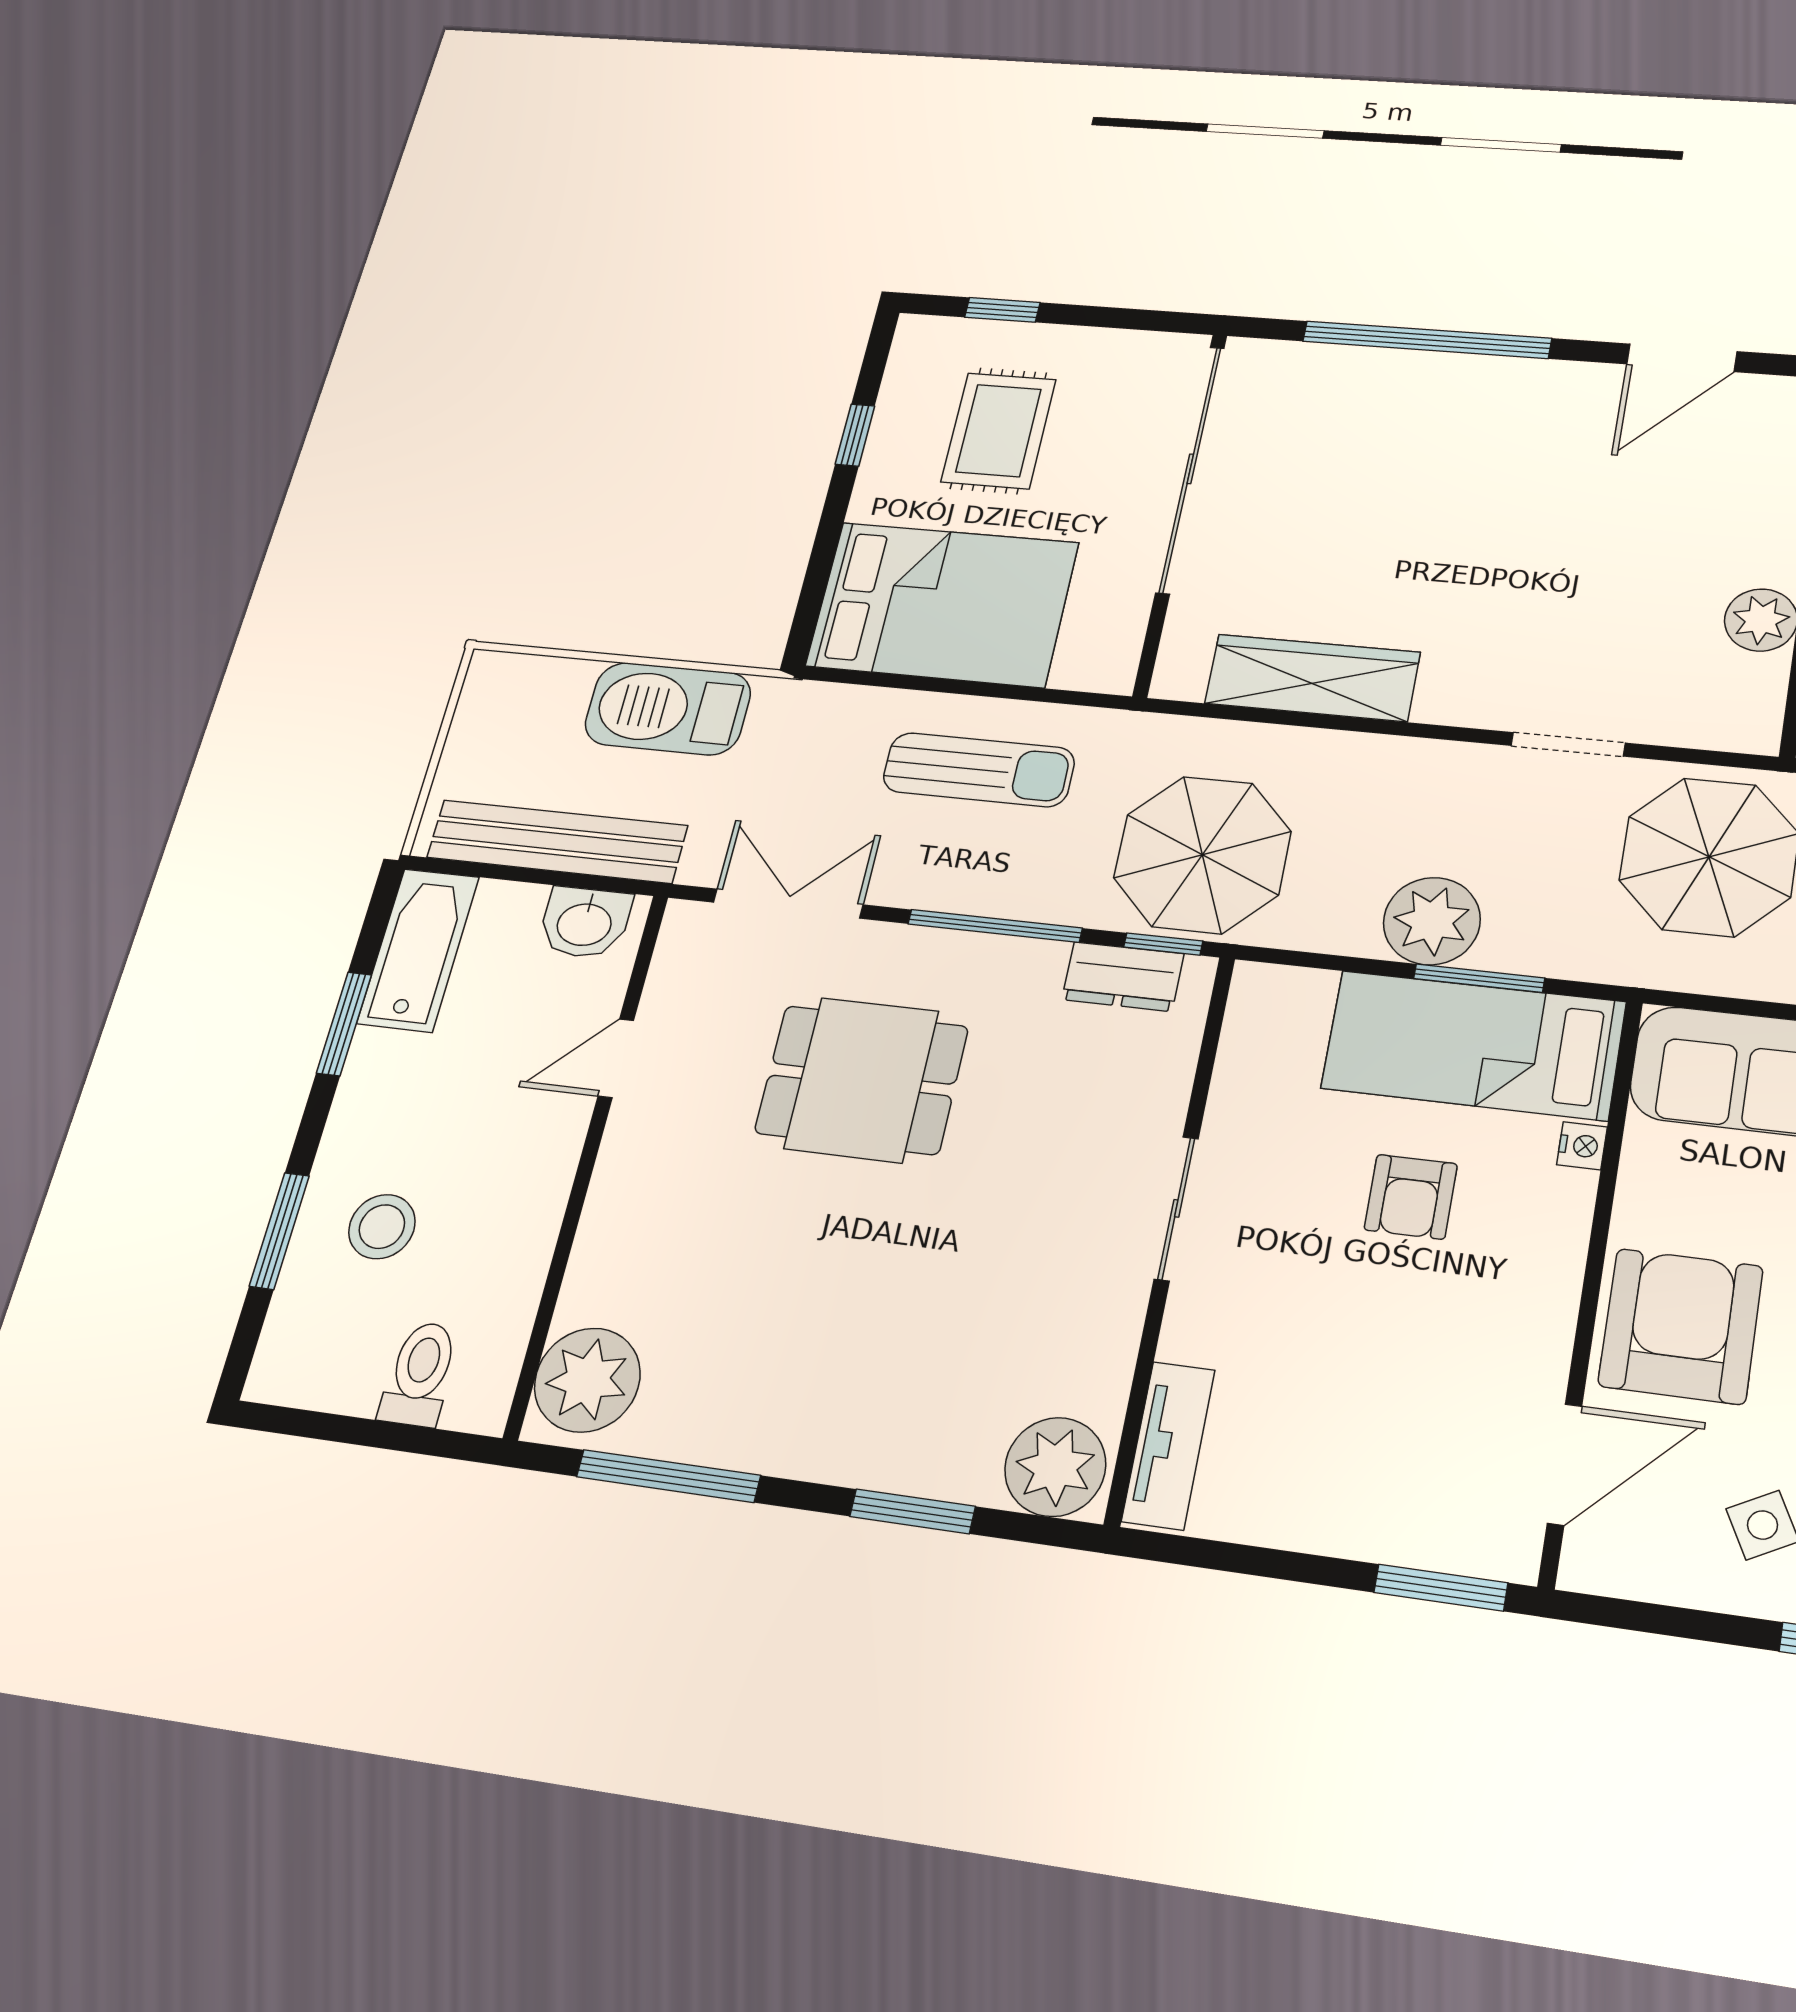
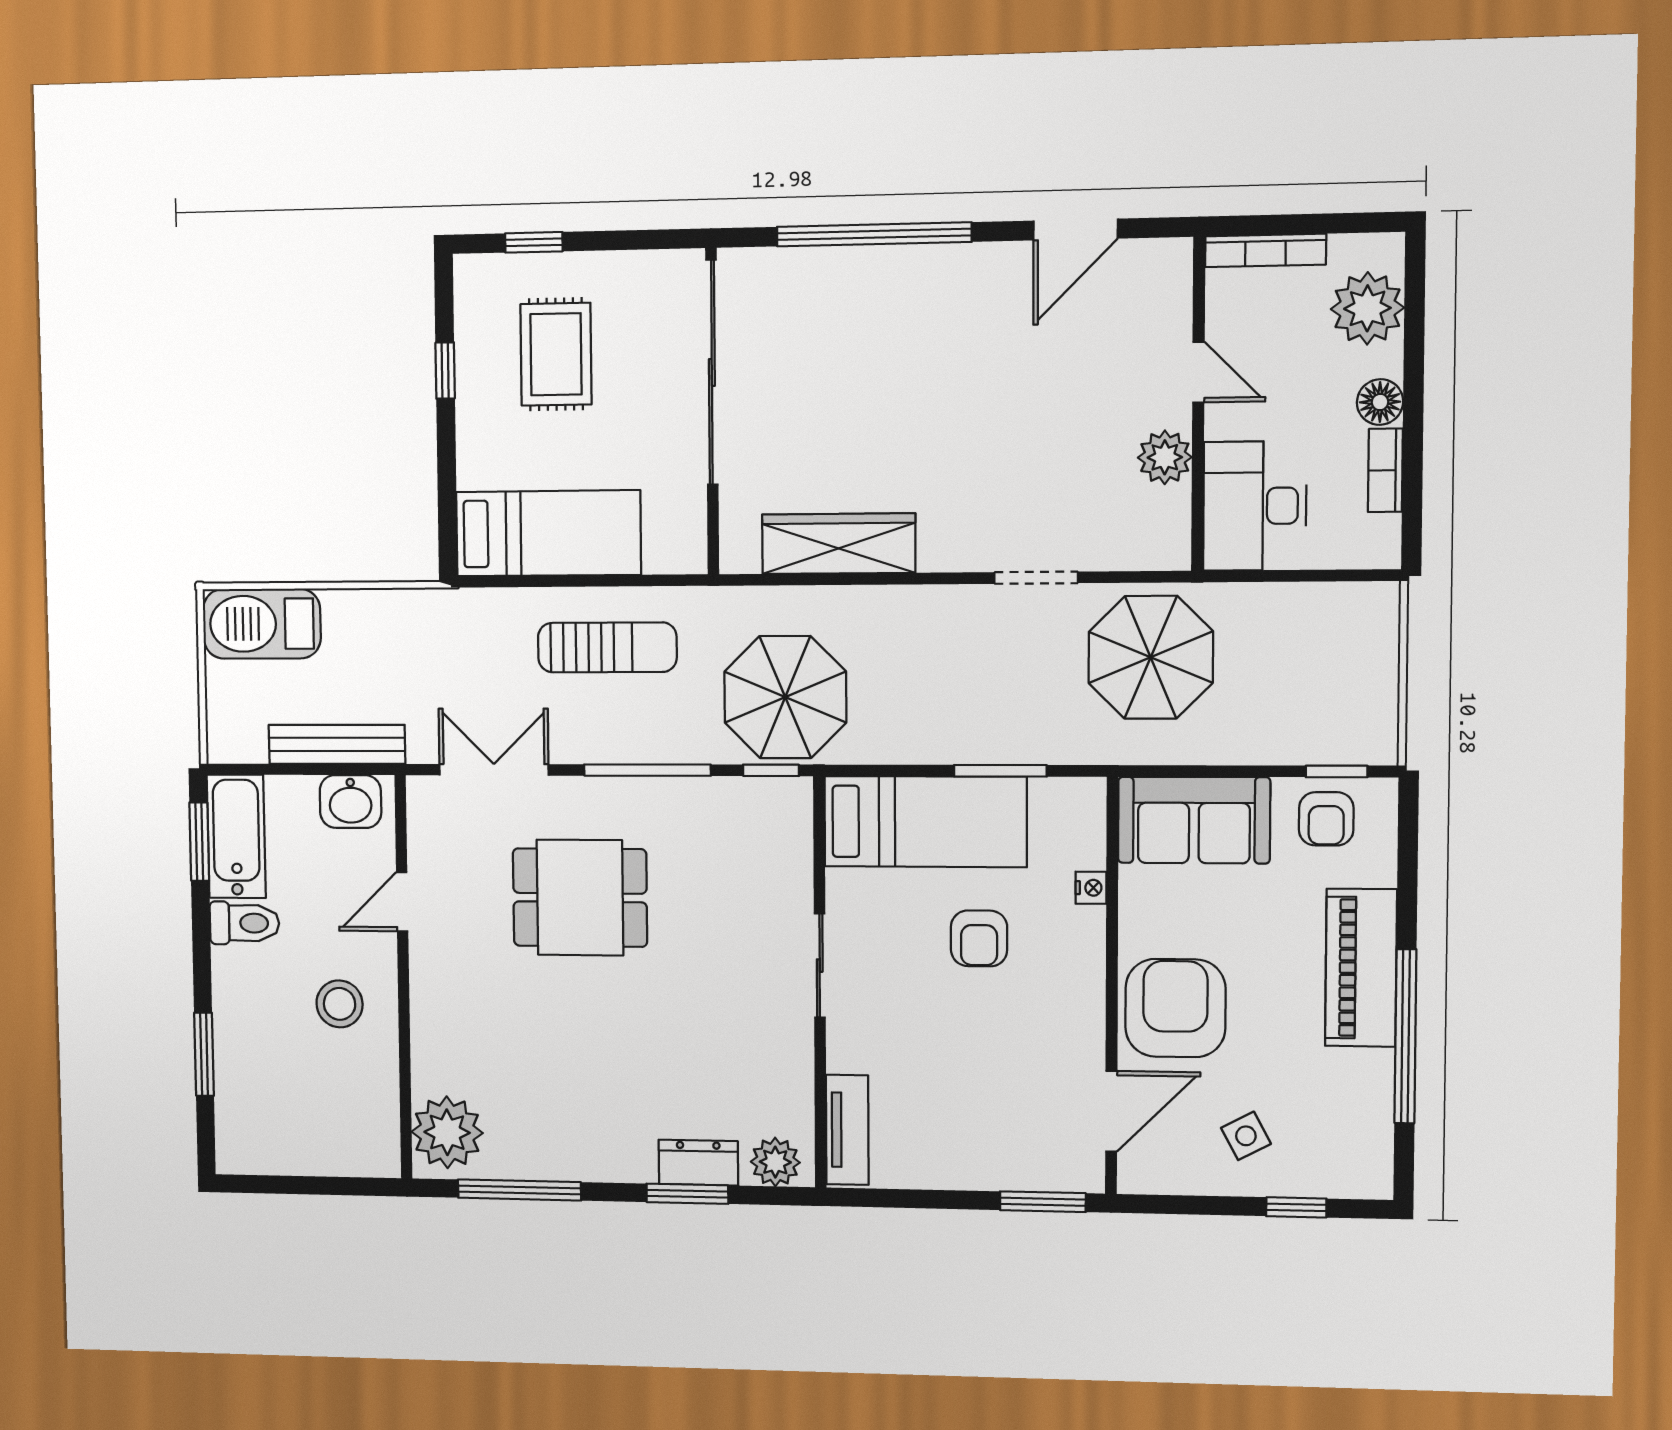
bed: (942, 604) -> (548, 533), width x0.67
barbecue: (668, 709) -> (262, 624), moved
bench: (557, 841) -> (337, 744), width x0.73, depth x0.82
plant: (1432, 921) -> (960, 730), removed
dresser: (1123, 977) -> (698, 1163), moved, turned 180
window: (344, 1024) -> (199, 842), moved
bed: (1473, 1045) -> (925, 822), moved, turned 180
stool: (382, 1227) -> (340, 1004), moved
toilet: (420, 1374) -> (244, 923), moved, turned 90
plant: (1055, 1467) -> (775, 1162), width x0.73, depth x0.73

